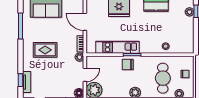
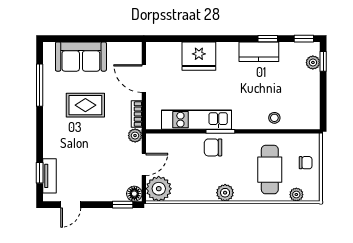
rug: (45, 50) -> (85, 105), moved

